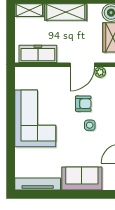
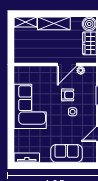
freezer: (38, 54) -> (32, 56), removed
tv unit: (38, 184) -> (27, 158), width x0.71

